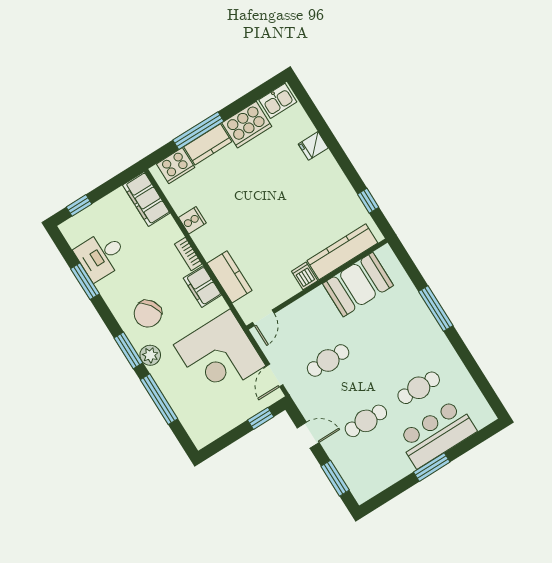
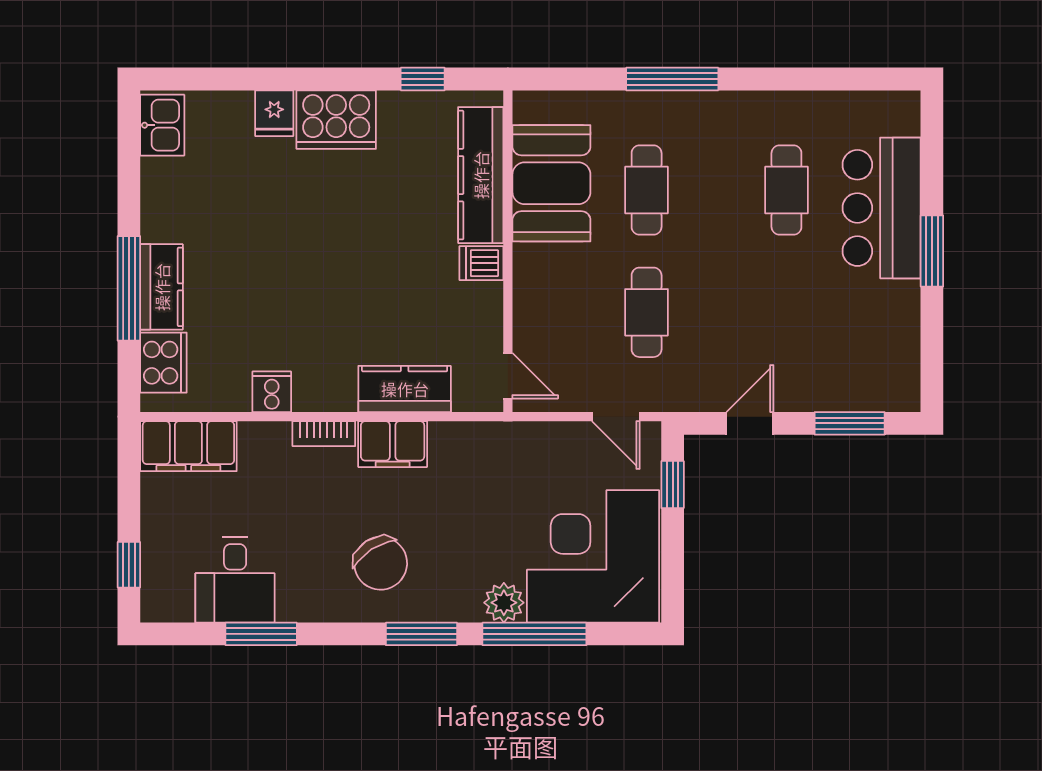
cooker: (247, 125) -> (336, 120), moved, turned 90
plant: (150, 355) -> (504, 603), moved
corner desk: (220, 355) -> (593, 556), moved, turned 180
cafe table: (366, 421) -> (647, 190), moved

